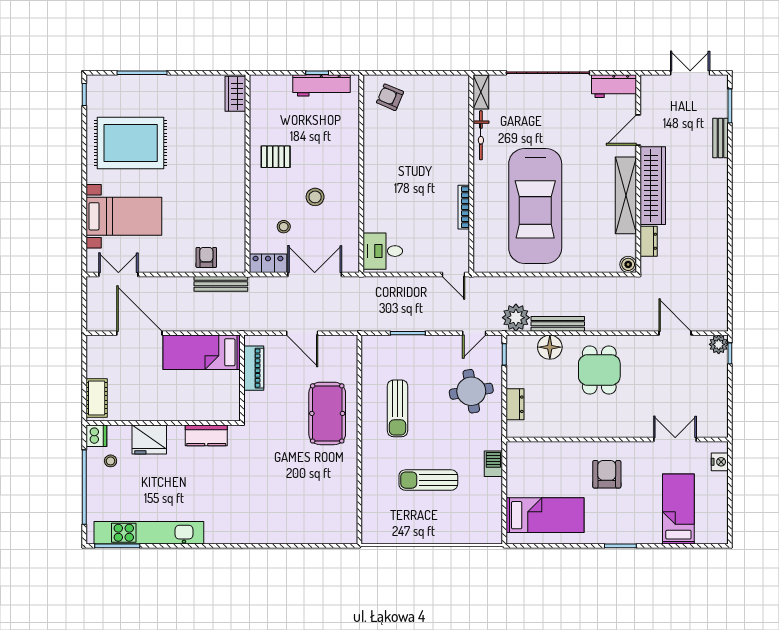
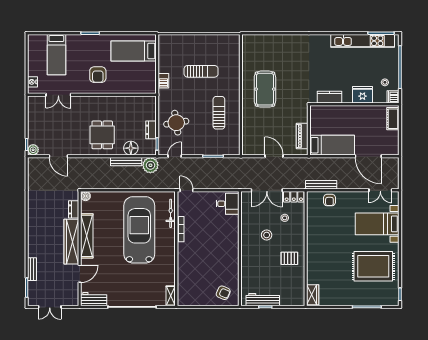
bicycle: (481, 135) -> (171, 213), moved
dresser: (515, 404) -> (151, 130), moved
pool table: (327, 413) -> (265, 89), moved

